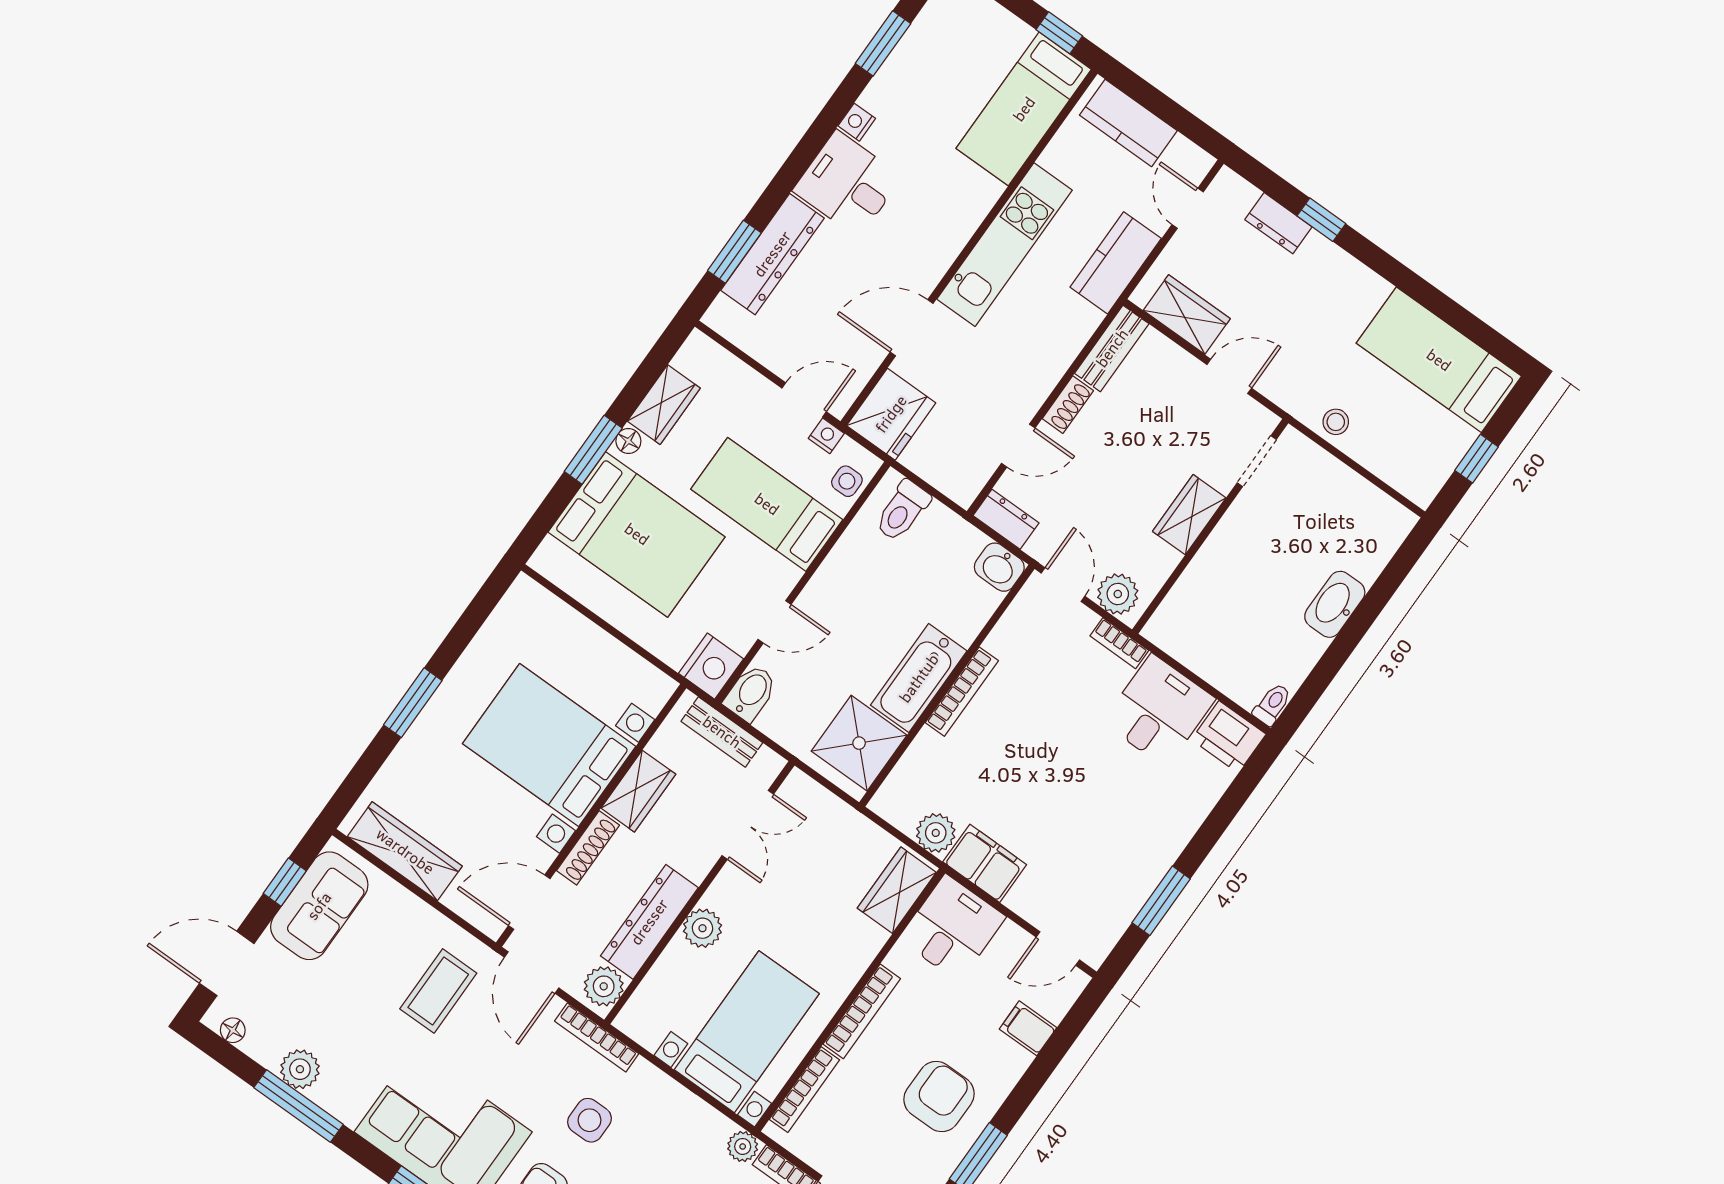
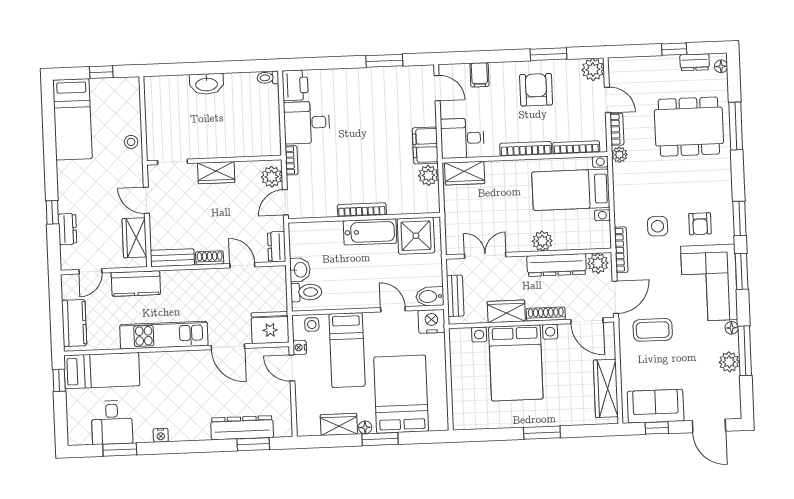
desk: (848, 184) -> (112, 422), moved
washbasin: (999, 567) -> (300, 270), moved
floor lamp: (233, 1030) -> (732, 328), moved
armchair: (939, 1097) -> (536, 90), turned 90

